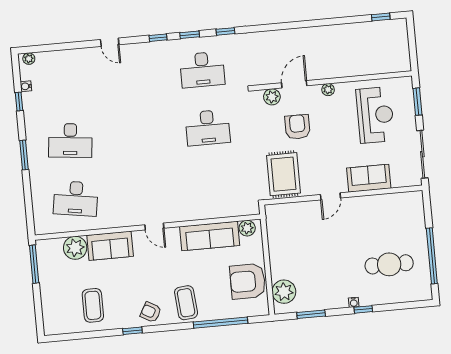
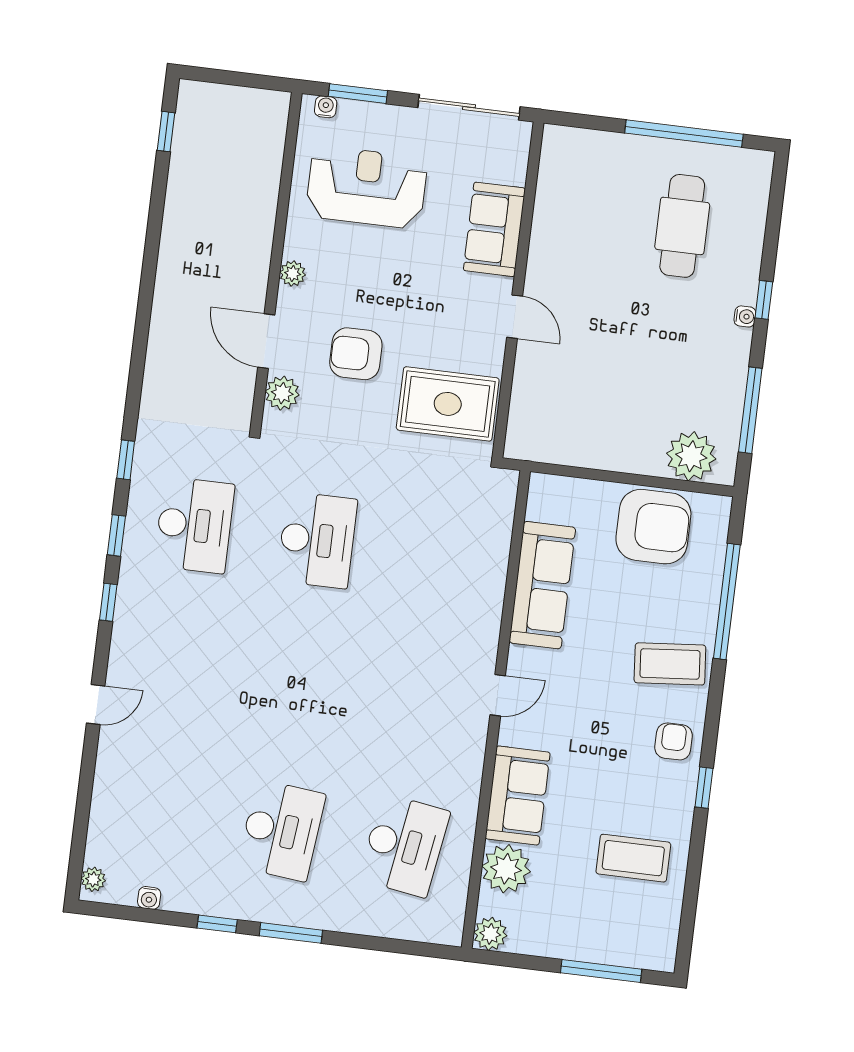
water cooler: (408, 88) -> (326, 107), added
window: (19, 102) -> (217, 924), moved
plant: (247, 228) -> (490, 934), moved
window: (34, 264) -> (601, 971), moved
armchair: (248, 281) -> (653, 527), turned -90
armchair: (151, 312) -> (673, 741), turned 151
window: (311, 314) -> (750, 410), width x1.44

